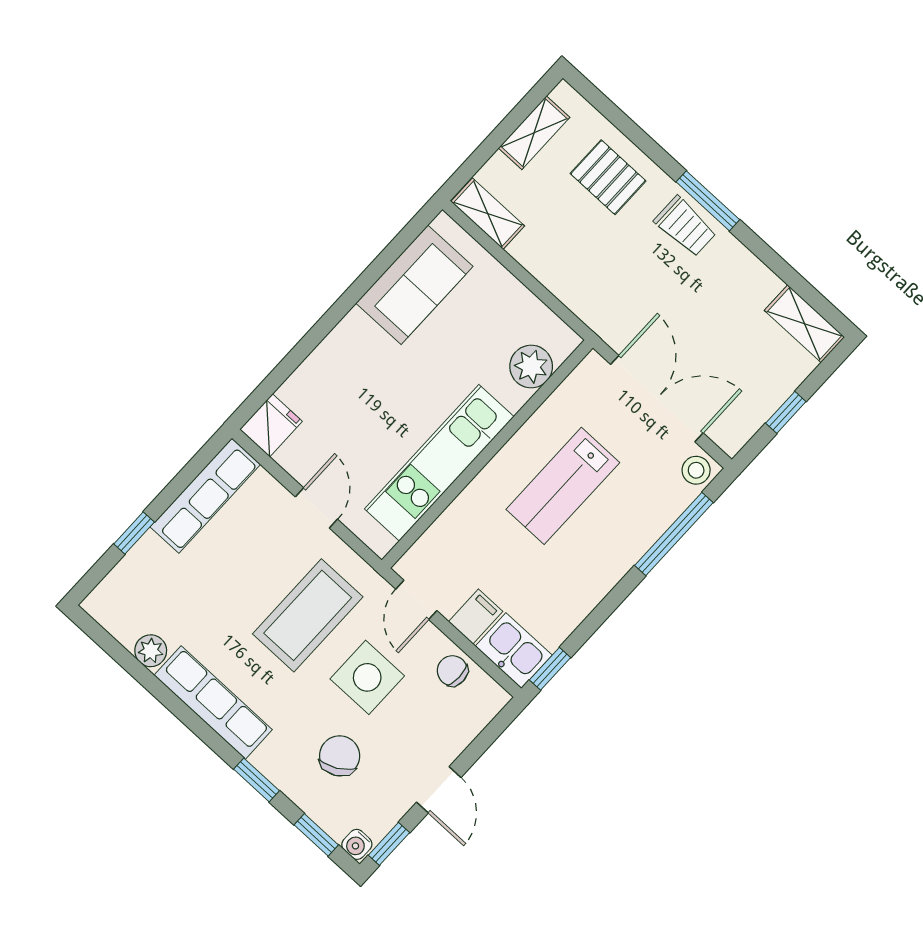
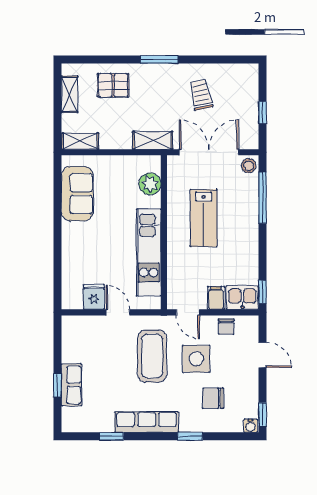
trolley: (685, 226) -> (201, 95), moved, turned -102
shelving: (805, 324) -> (153, 140), moved
fridge: (271, 425) -> (94, 297), moved
row of seats: (205, 496) -> (71, 385), moved, width x0.68
plant: (151, 651) -> (105, 424), removed
chair: (452, 671) -> (226, 327), turned -90
chair: (340, 756) -> (213, 398), turned -61
door: (439, 790) -> (262, 355), moved
window: (316, 835) -> (111, 436), moved

